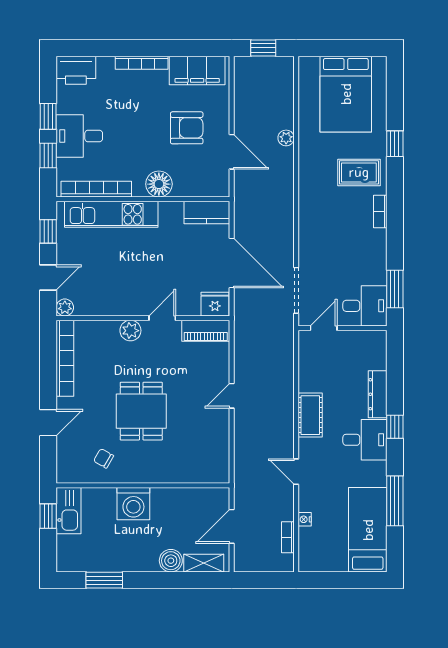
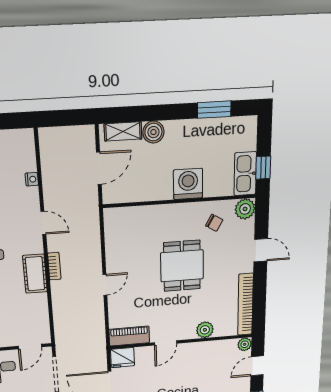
plant: (130, 331) -> (205, 330), moved
door: (48, 423) -> (261, 250), swing flipped
plant: (68, 472) -> (245, 209), added
bookcase: (288, 537) -> (54, 266), moved

